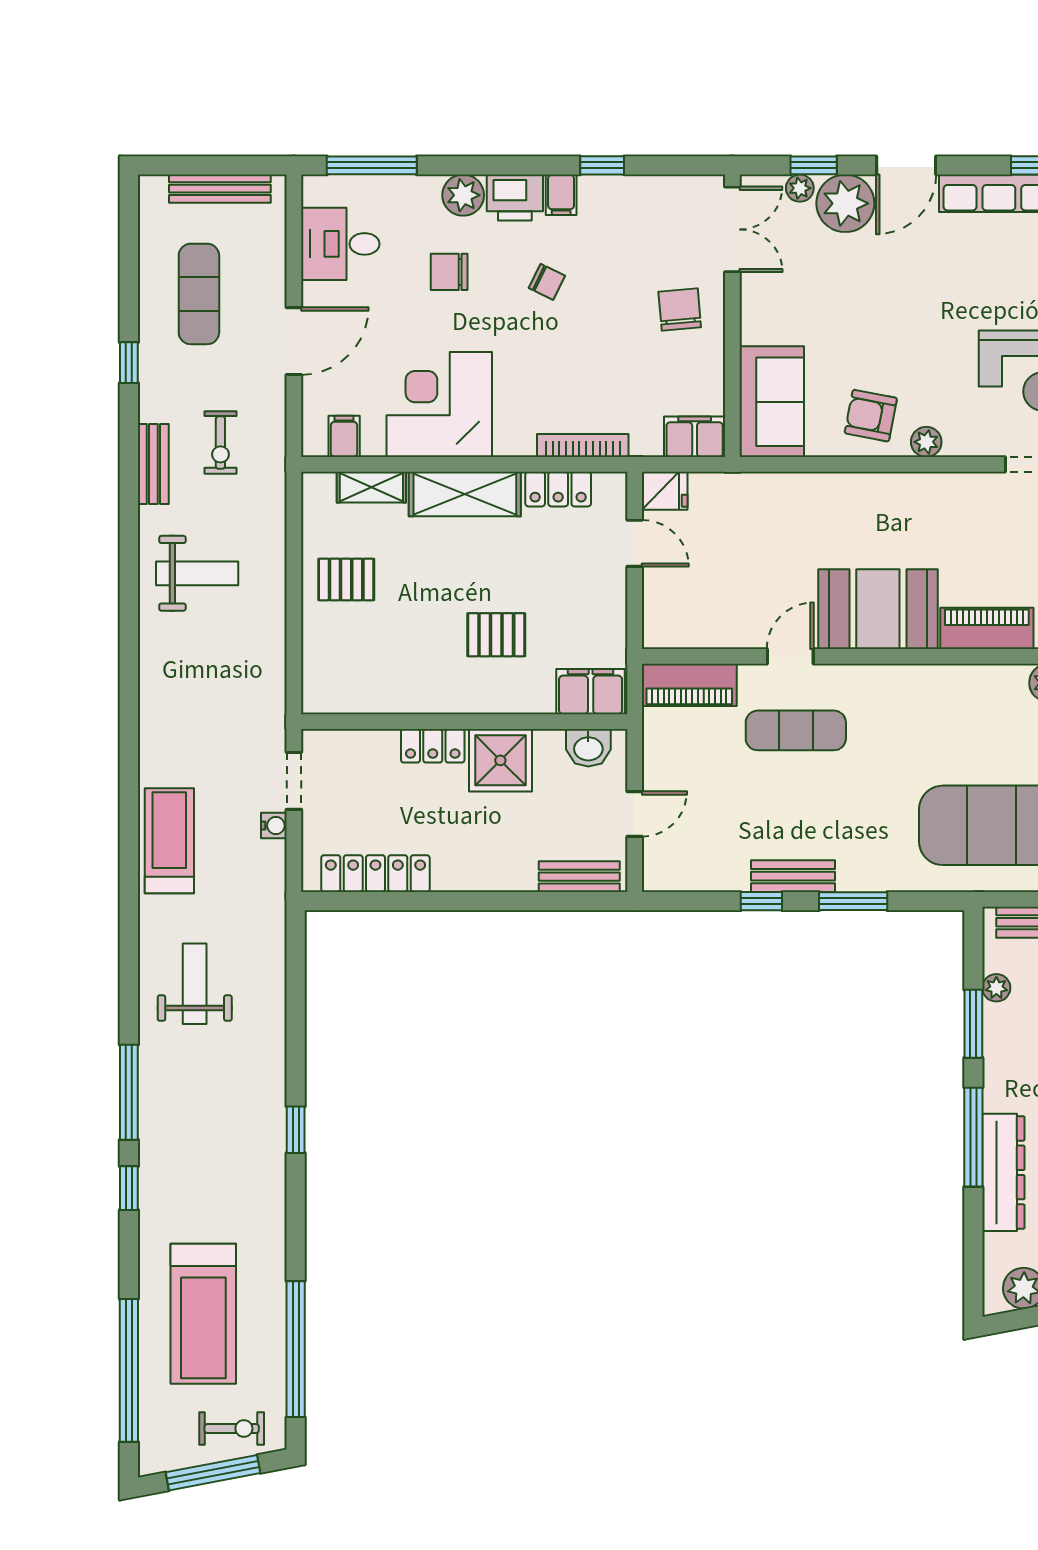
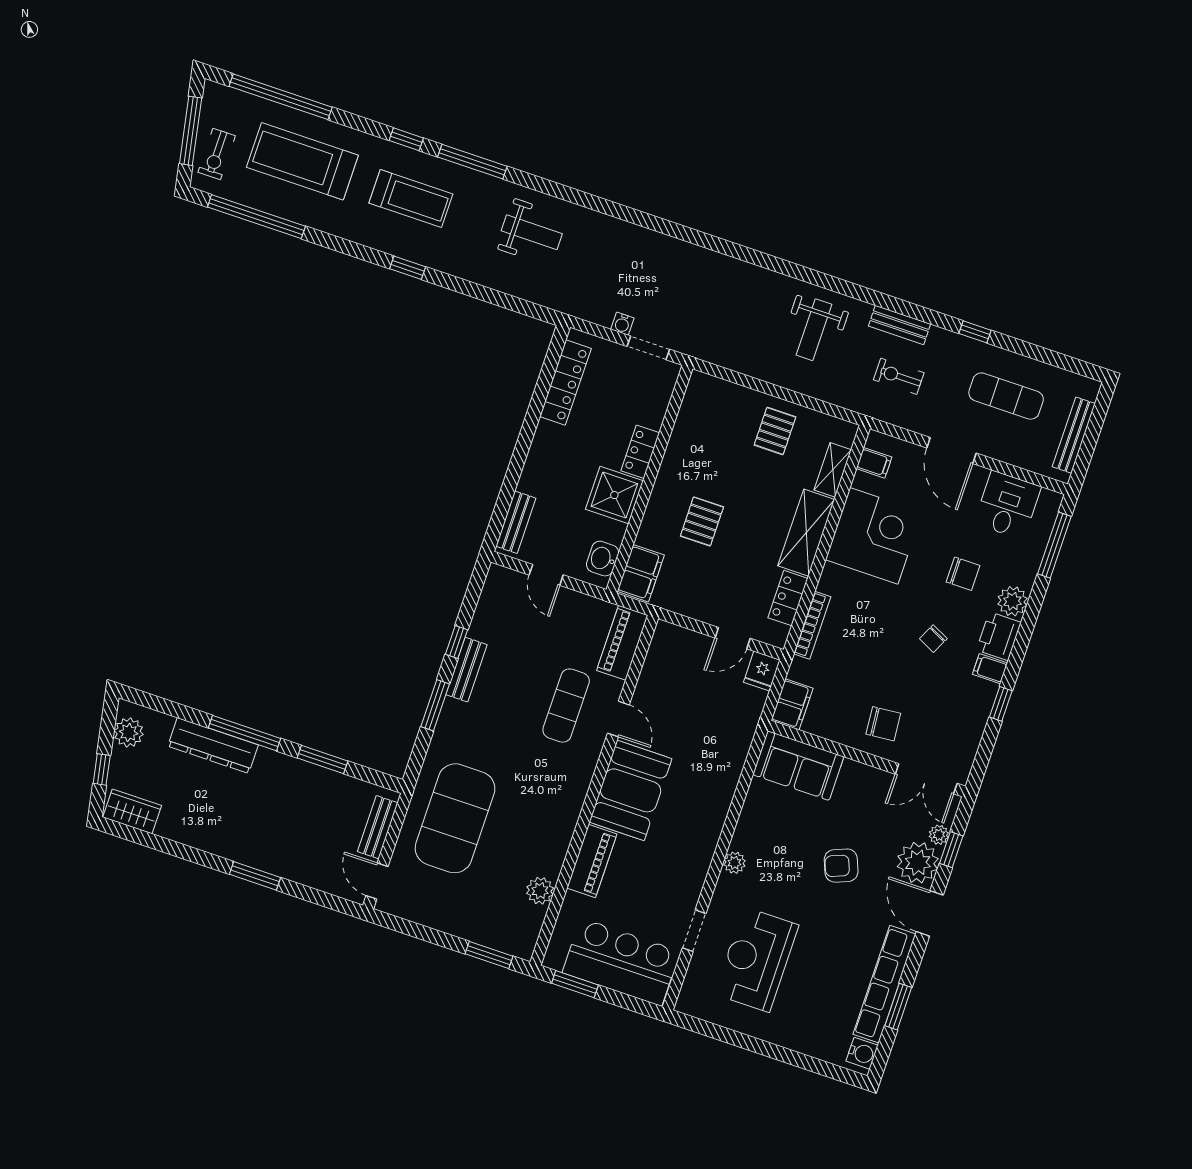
chair: (449, 272) -> (963, 574), turned 90
armchair: (871, 416) -> (841, 866), moved, turned -123
treadmill: (169, 841) -> (411, 199), moved
plant: (996, 988) -> (342, 784), removed

